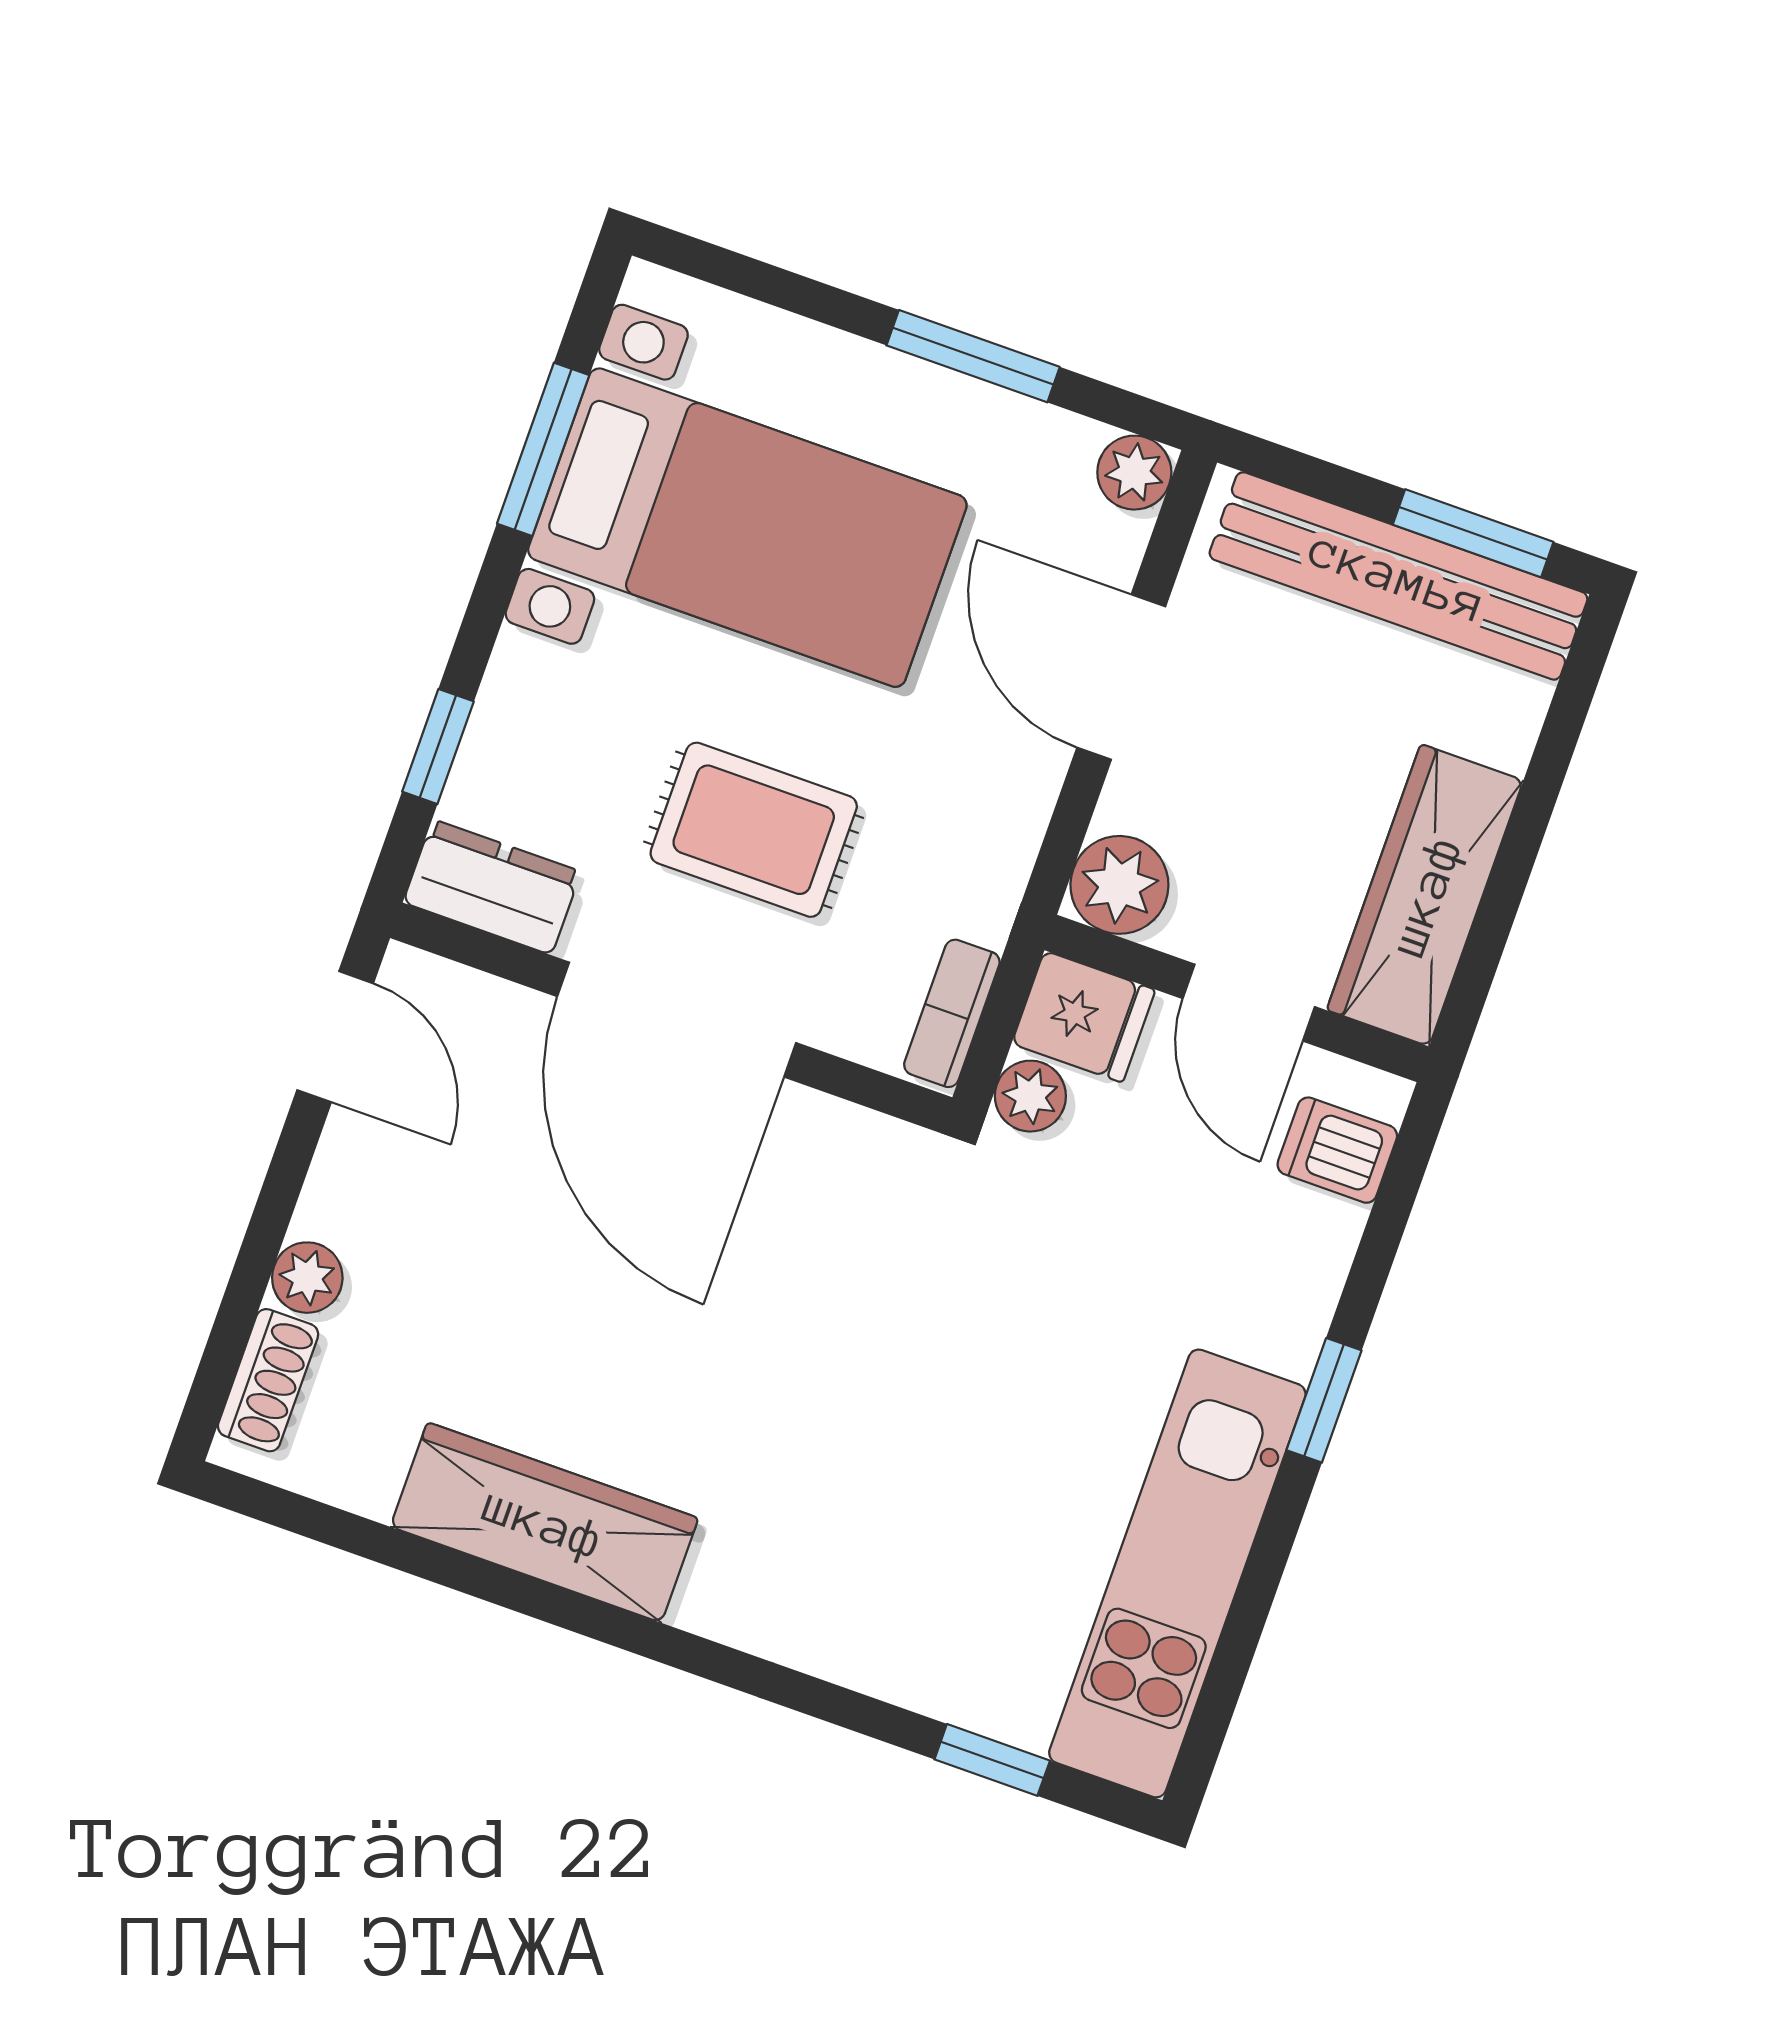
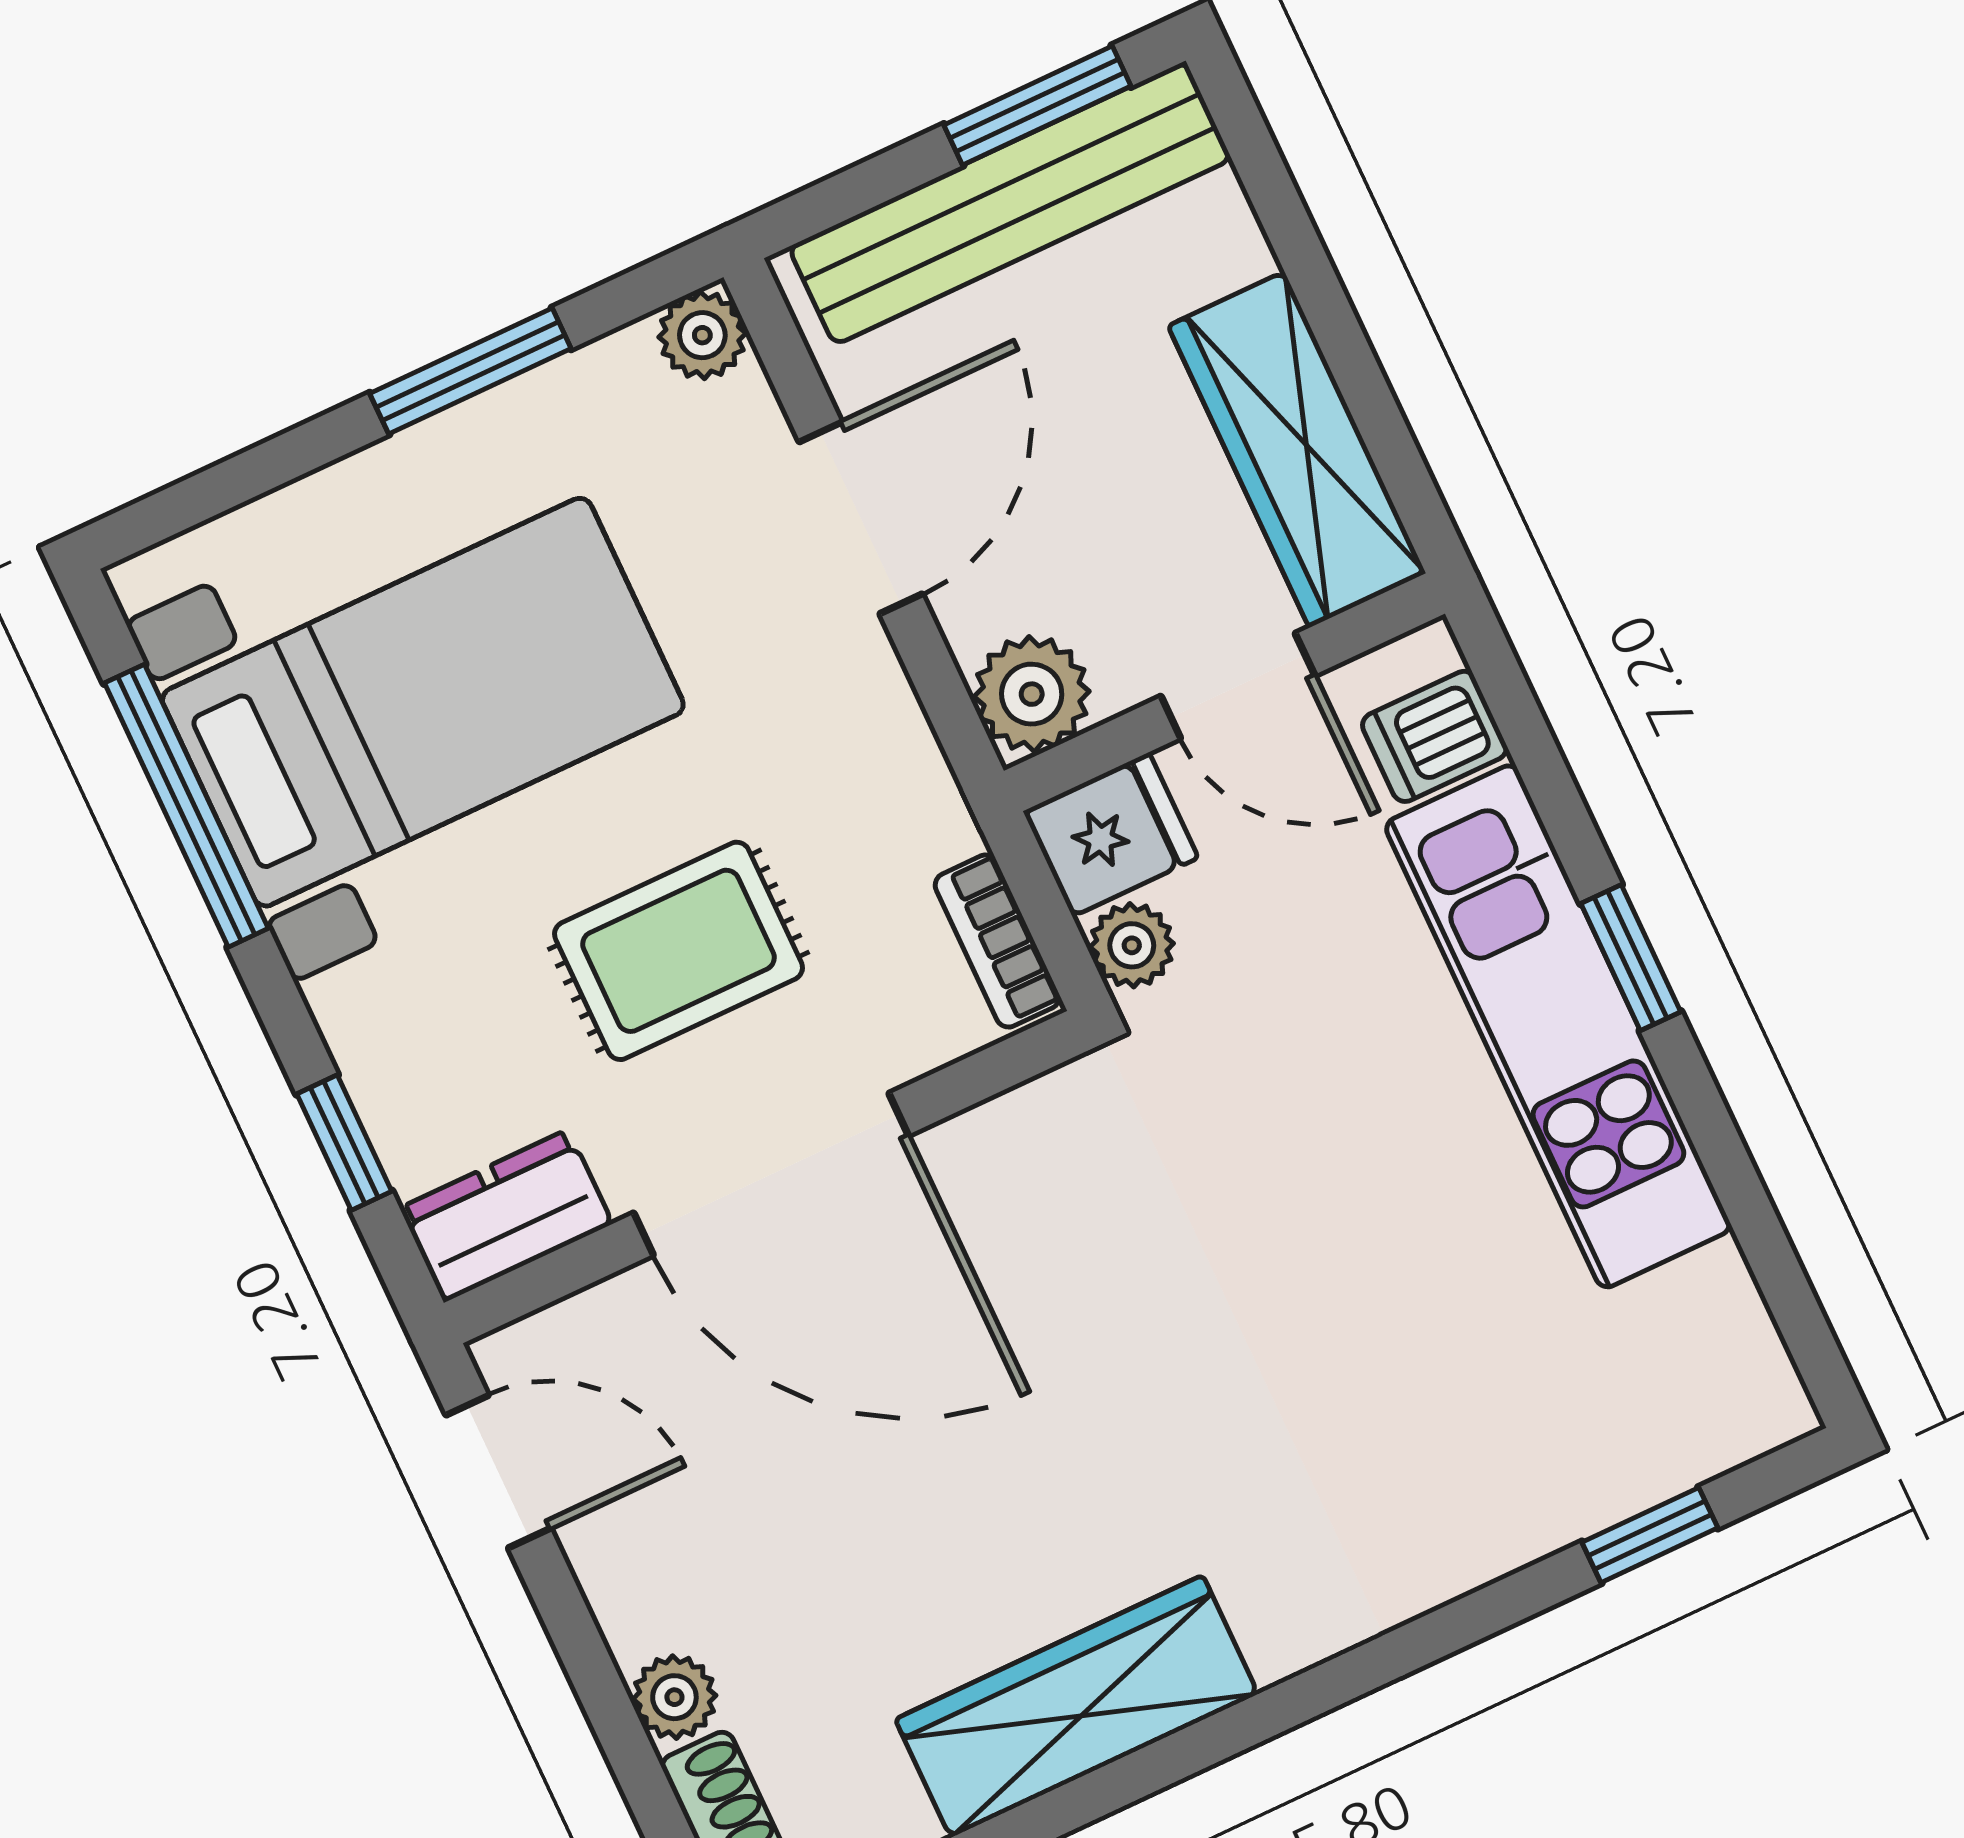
window: (543, 449) -> (186, 806), width x1.44
door: (1121, 677) -> (861, 518), swing flipped
kitchen unit: (1177, 1573) -> (1558, 1026), moved

